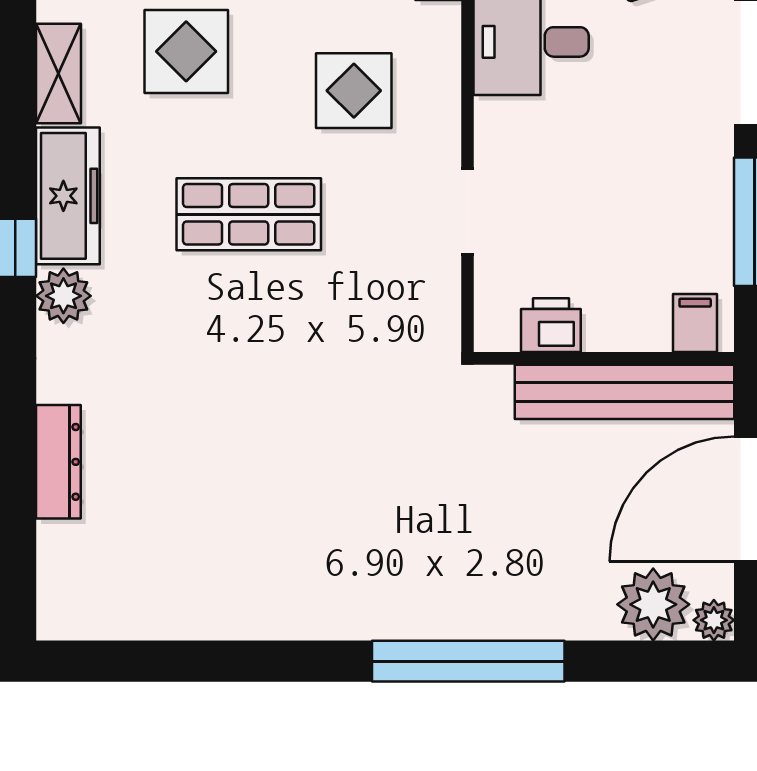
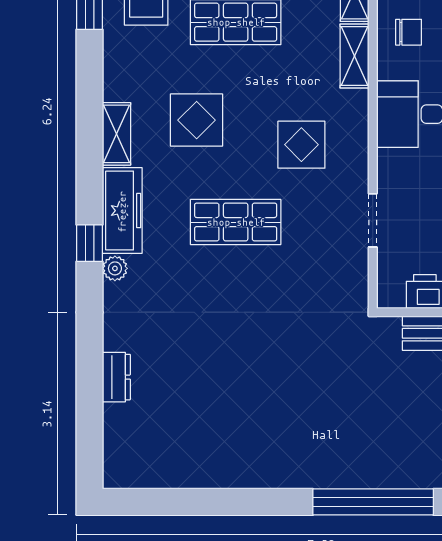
plant: (63, 296) -> (115, 268), width x0.73, depth x0.73
dresser: (58, 462) -> (116, 377), width x0.70

